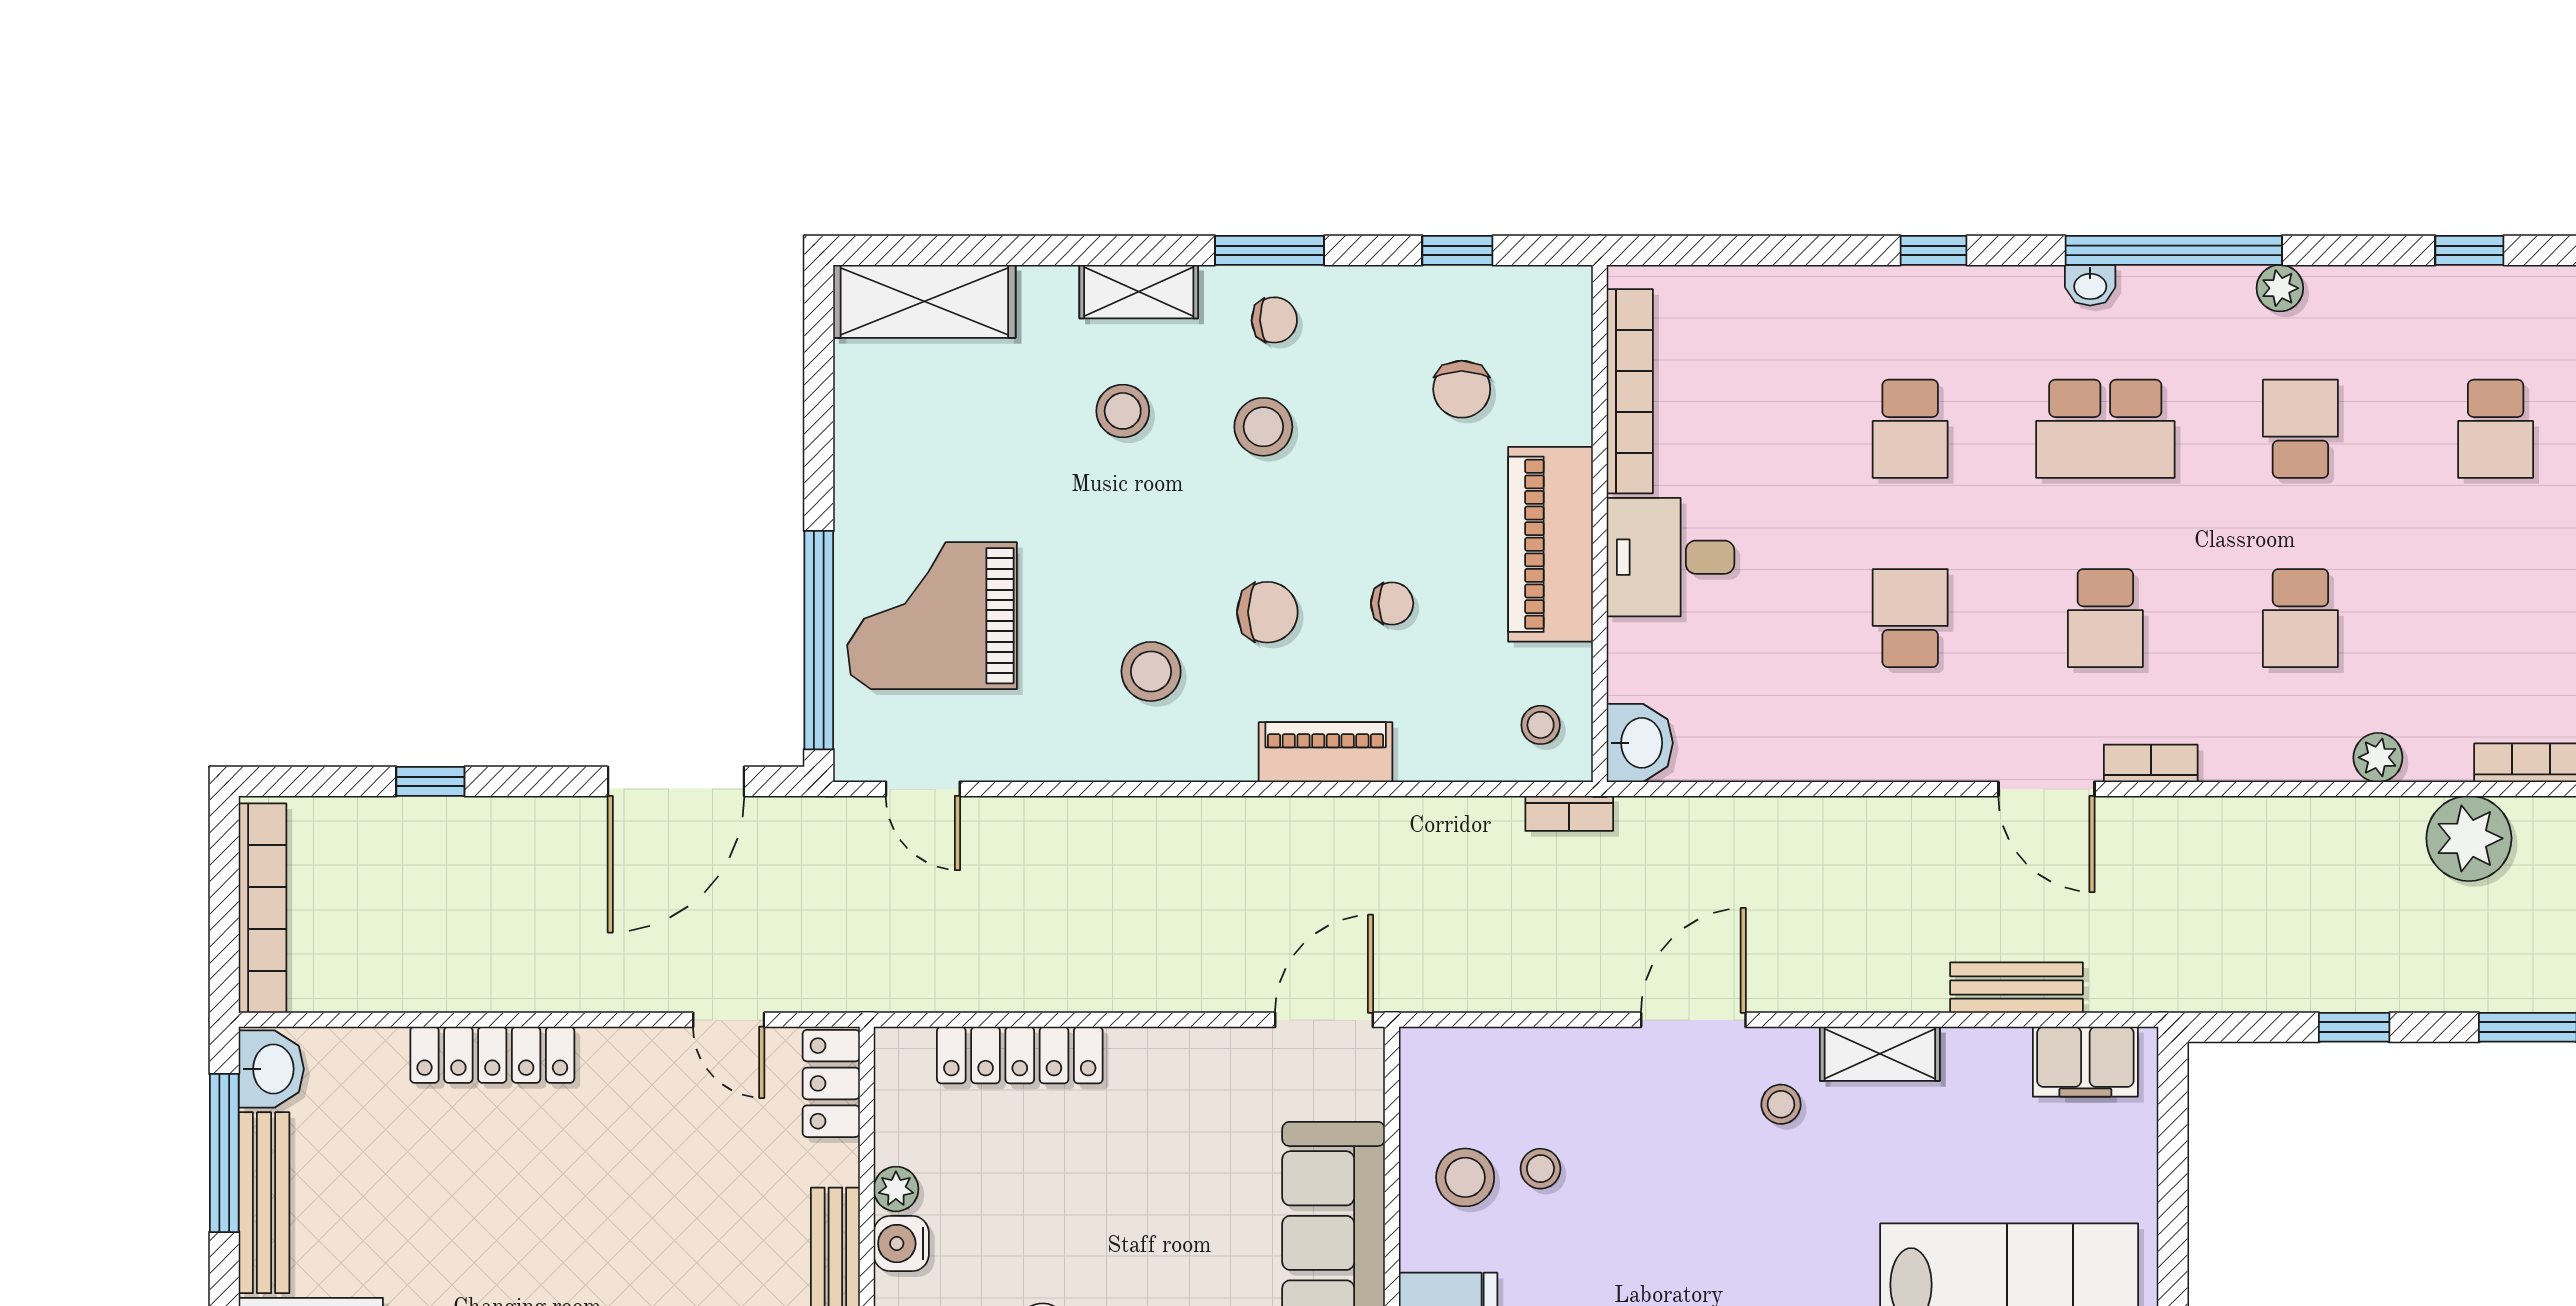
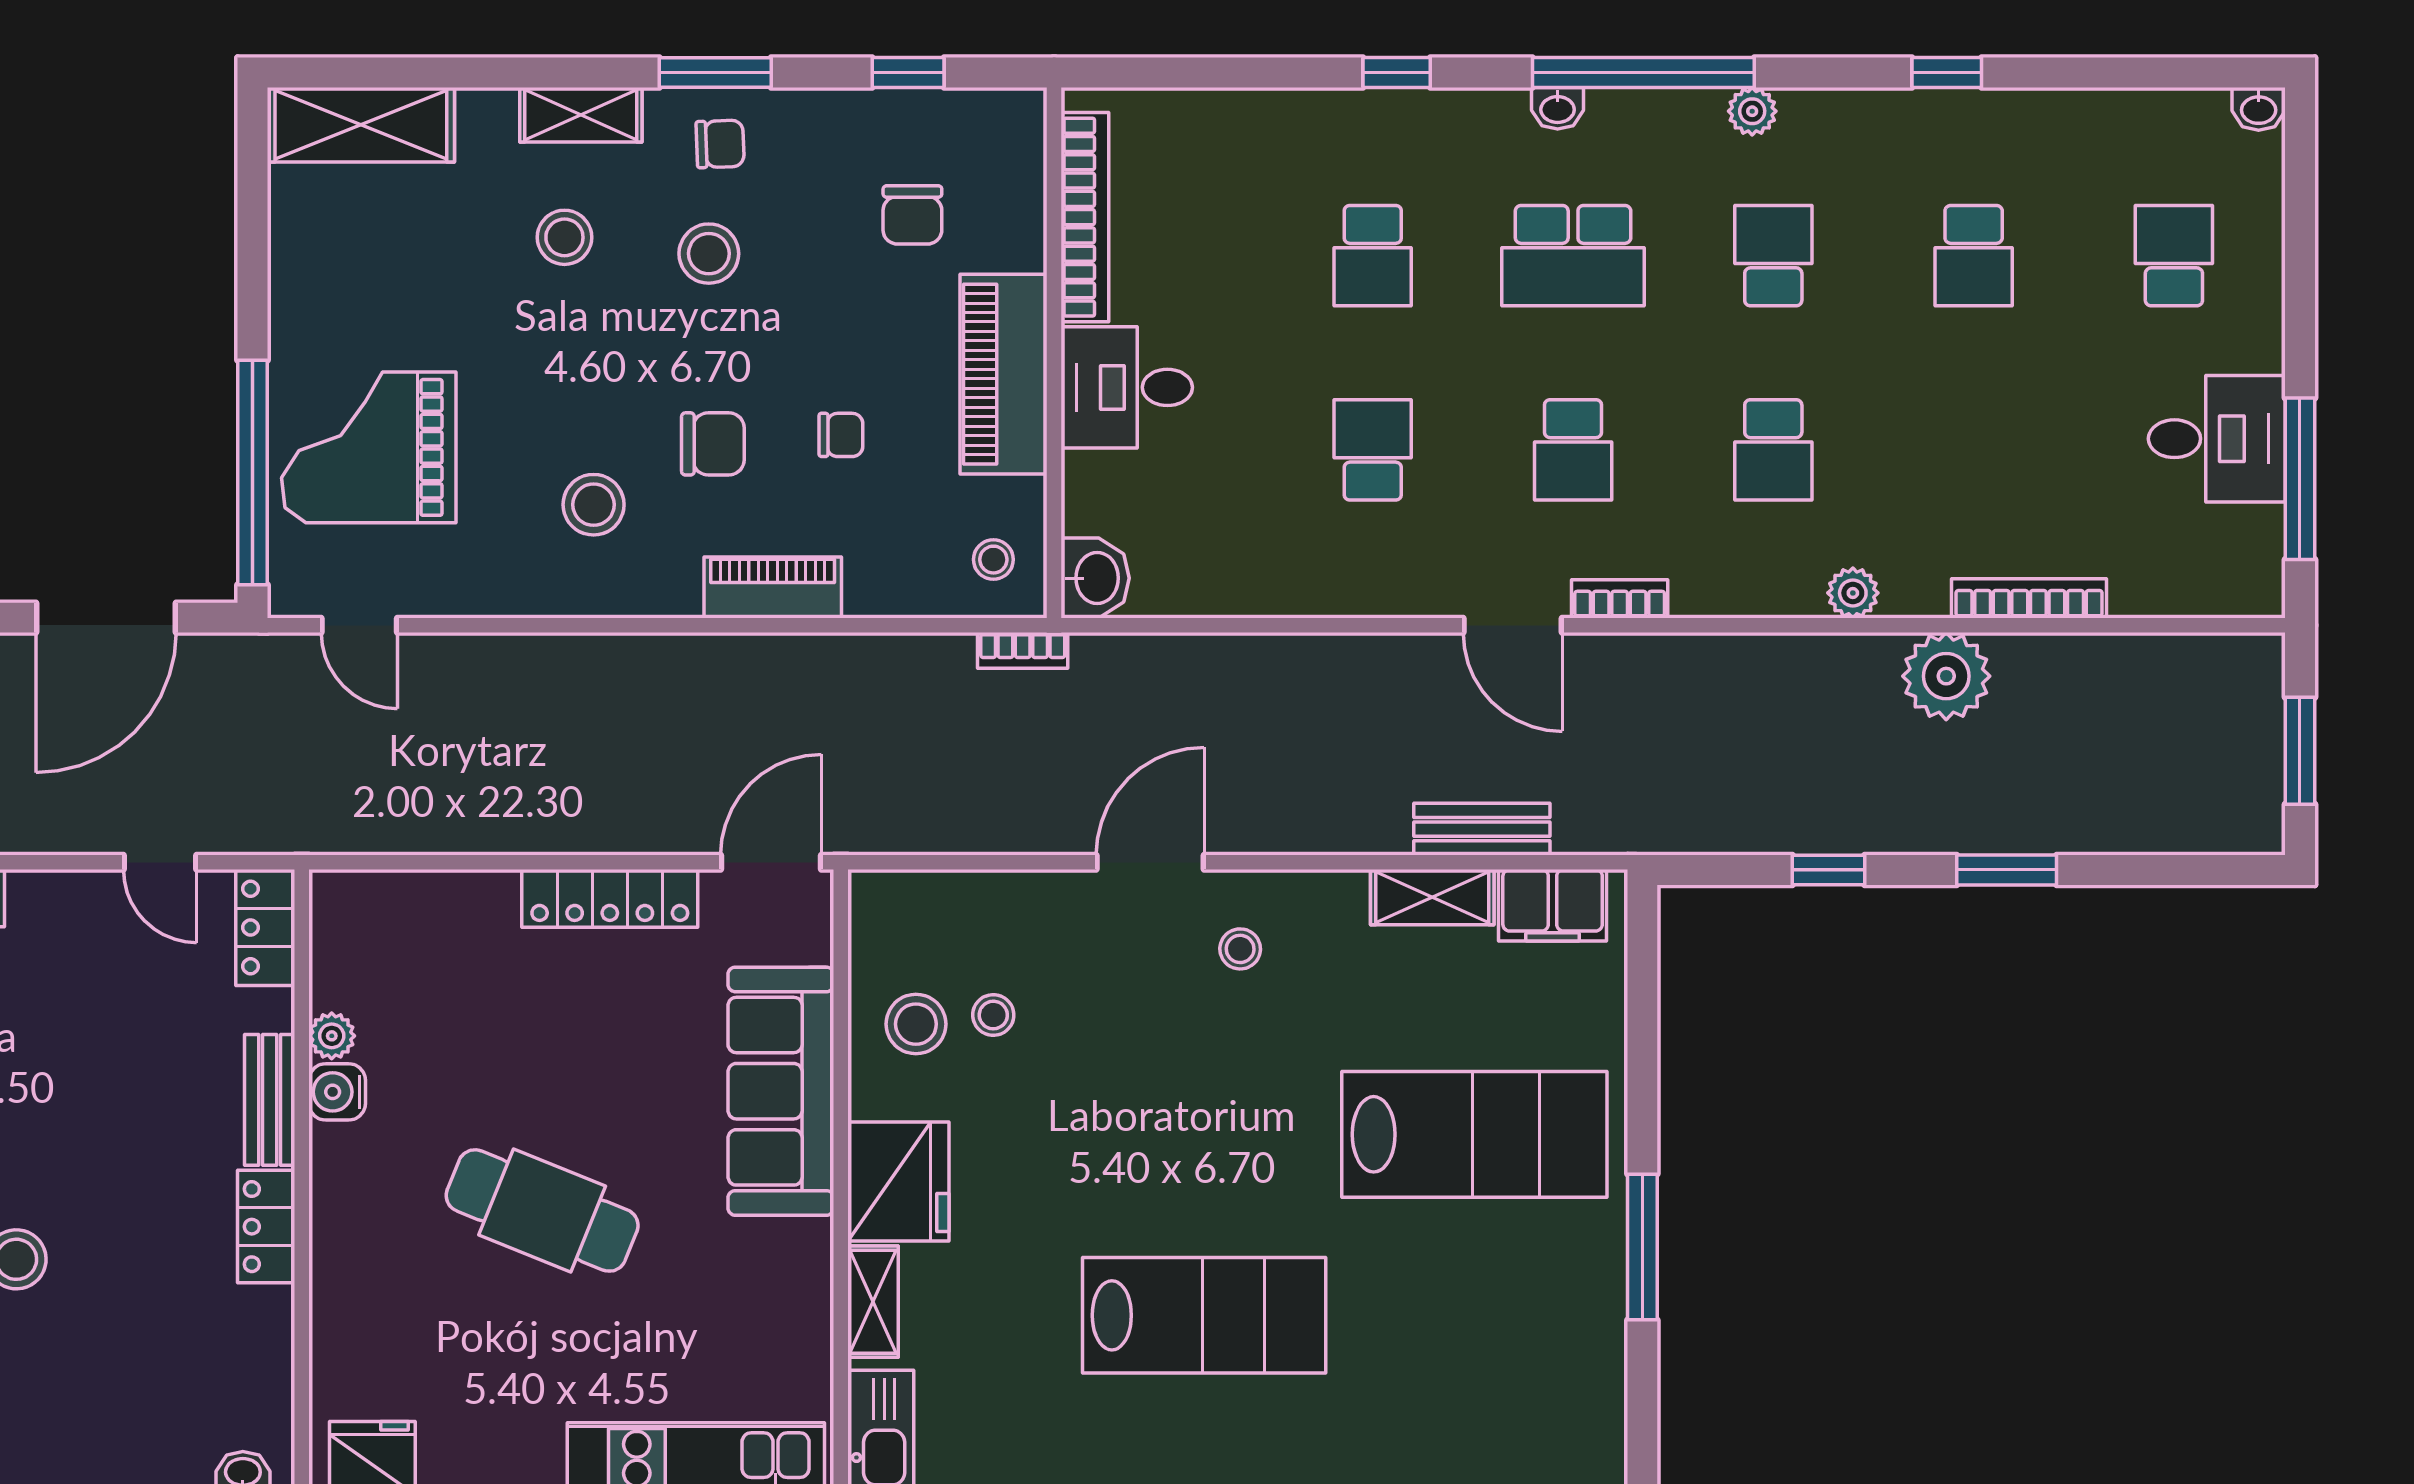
shelving: (1880, 1054) -> (1432, 897), moved
locker: (1020, 1055) -> (610, 898), moved

